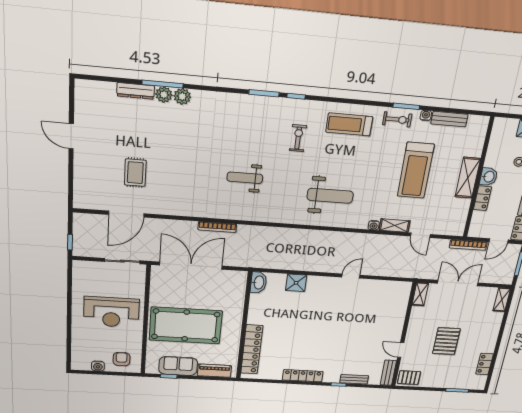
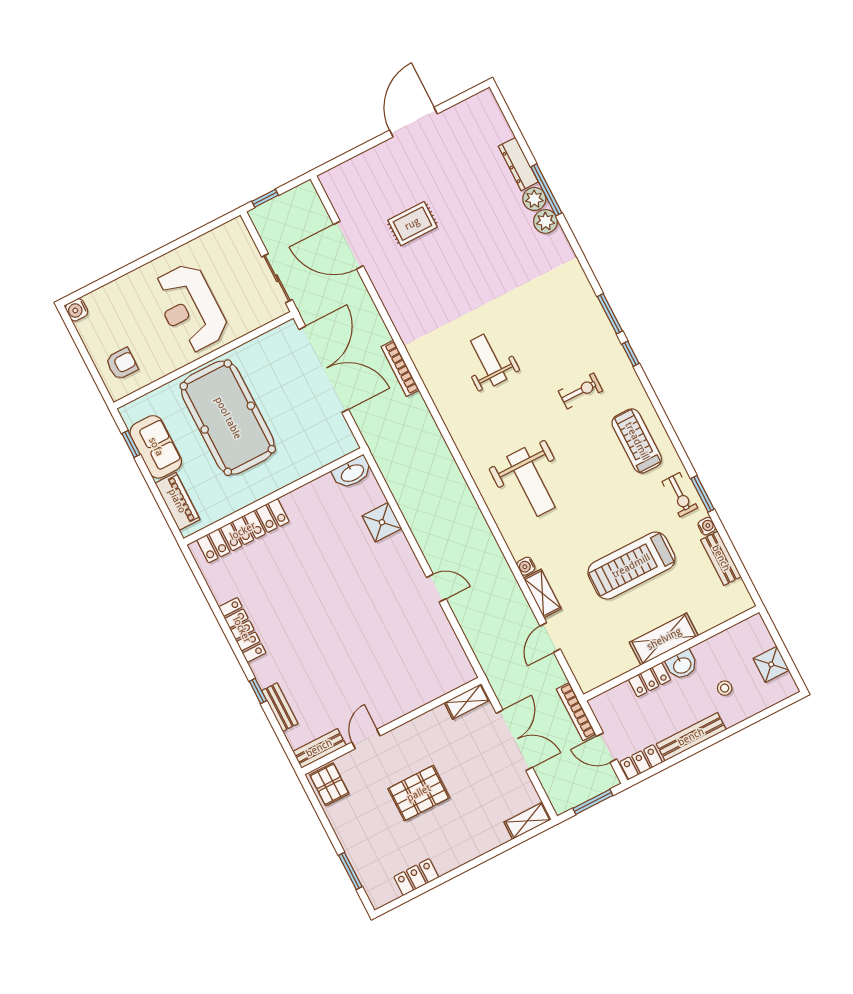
door: (71, 136) -> (413, 122), width x1.36
water cooler: (98, 366) -> (77, 310), moved

